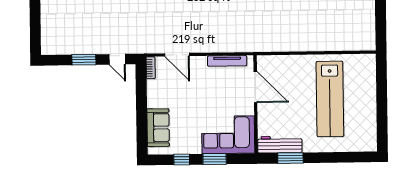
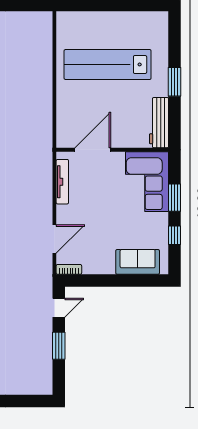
lab bench: (330, 99) -> (108, 64), turned 180
window: (290, 158) -> (175, 82), moved

